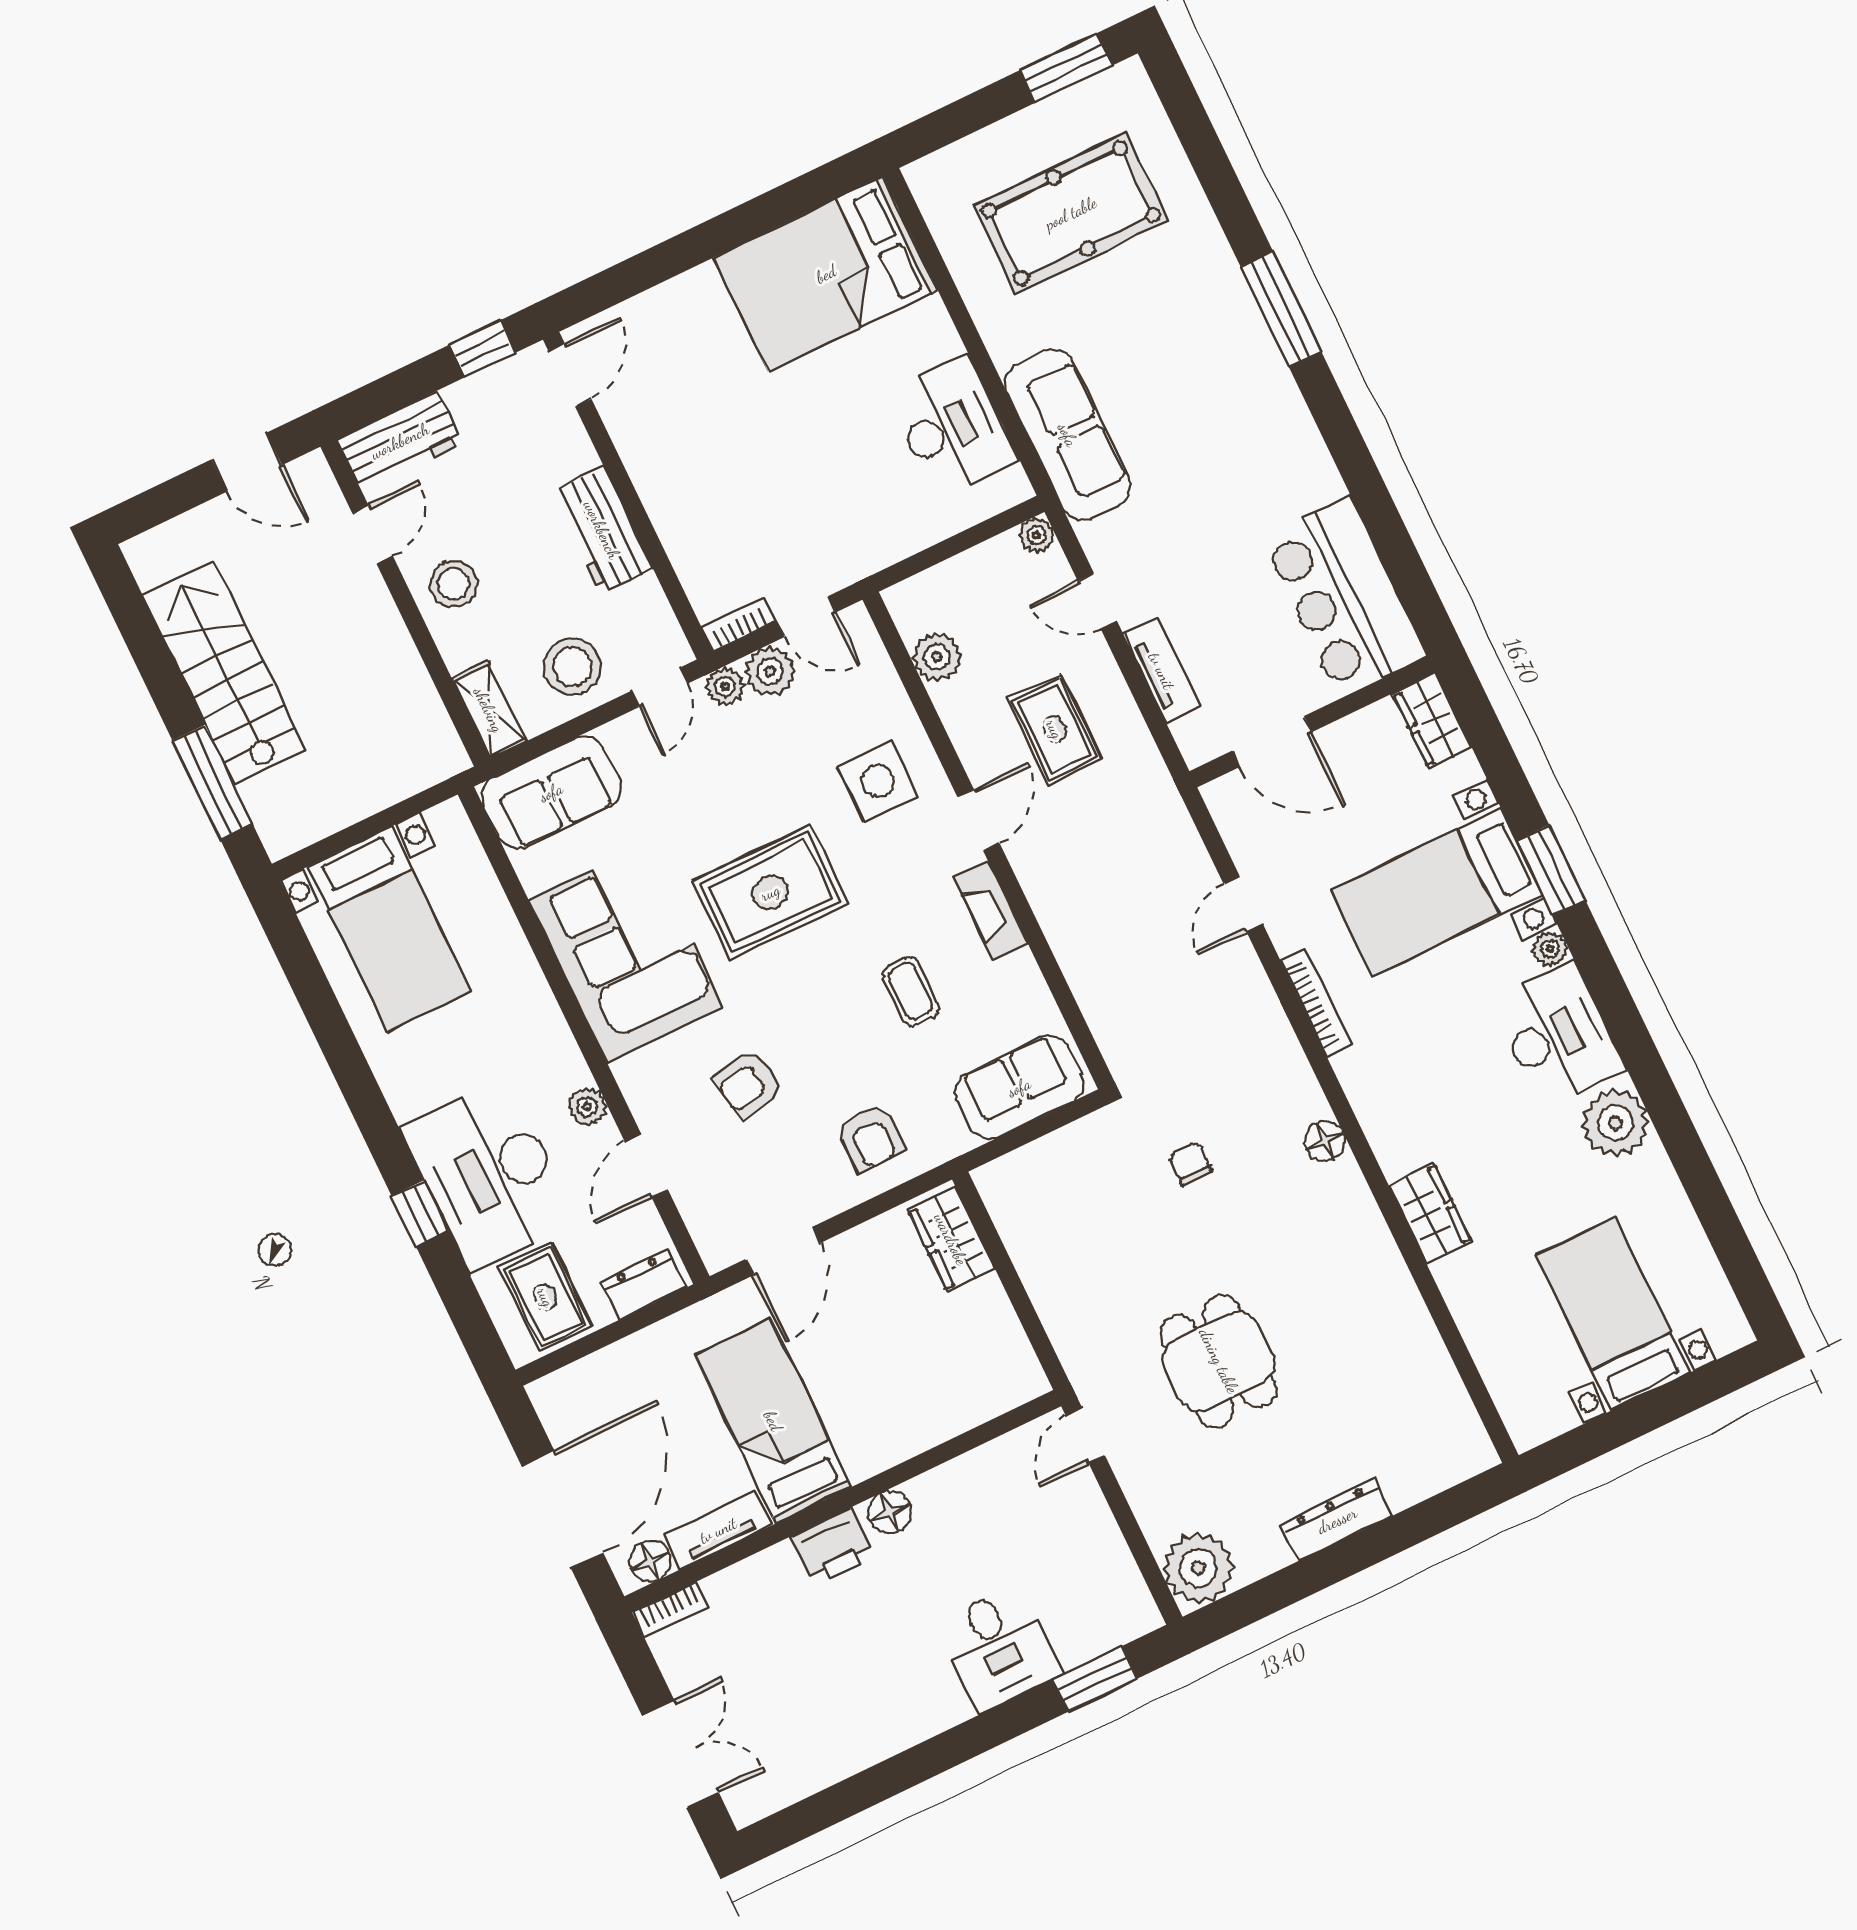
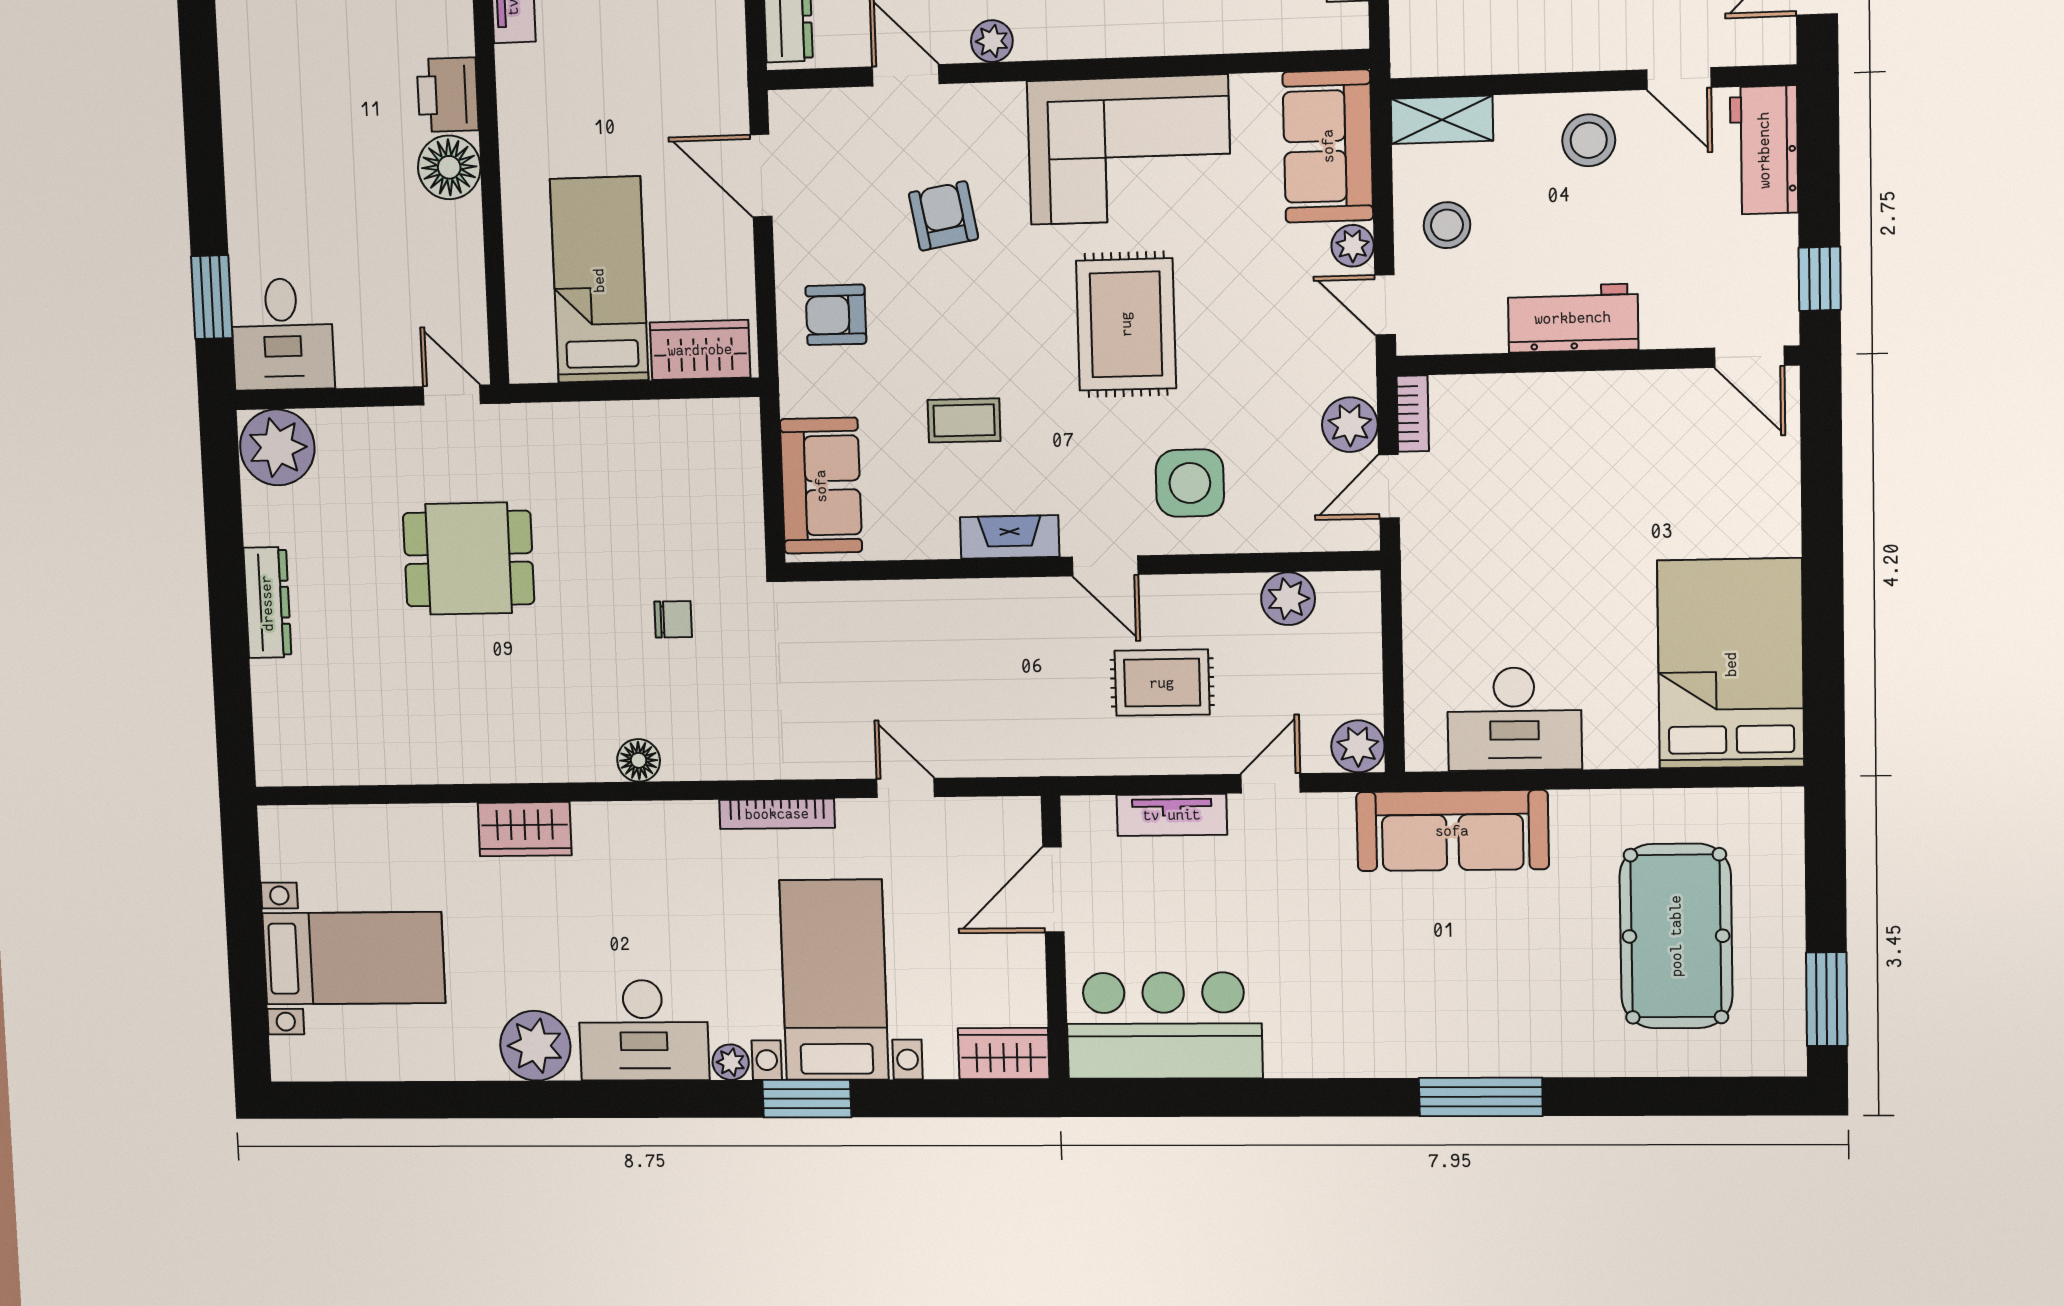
plant: (1036, 535) -> (1358, 746), width x1.38, depth x1.38
stool: (572, 667) -> (1447, 225), width x0.73, depth x0.73
plant: (725, 686) -> (1353, 246), moved
bed: (773, 1421) -> (599, 280), moved, turned -90
floor lamp: (890, 1512) -> (449, 167), width x1.38, depth x1.38
desk: (999, 1648) -> (282, 334), moved, turned -90

